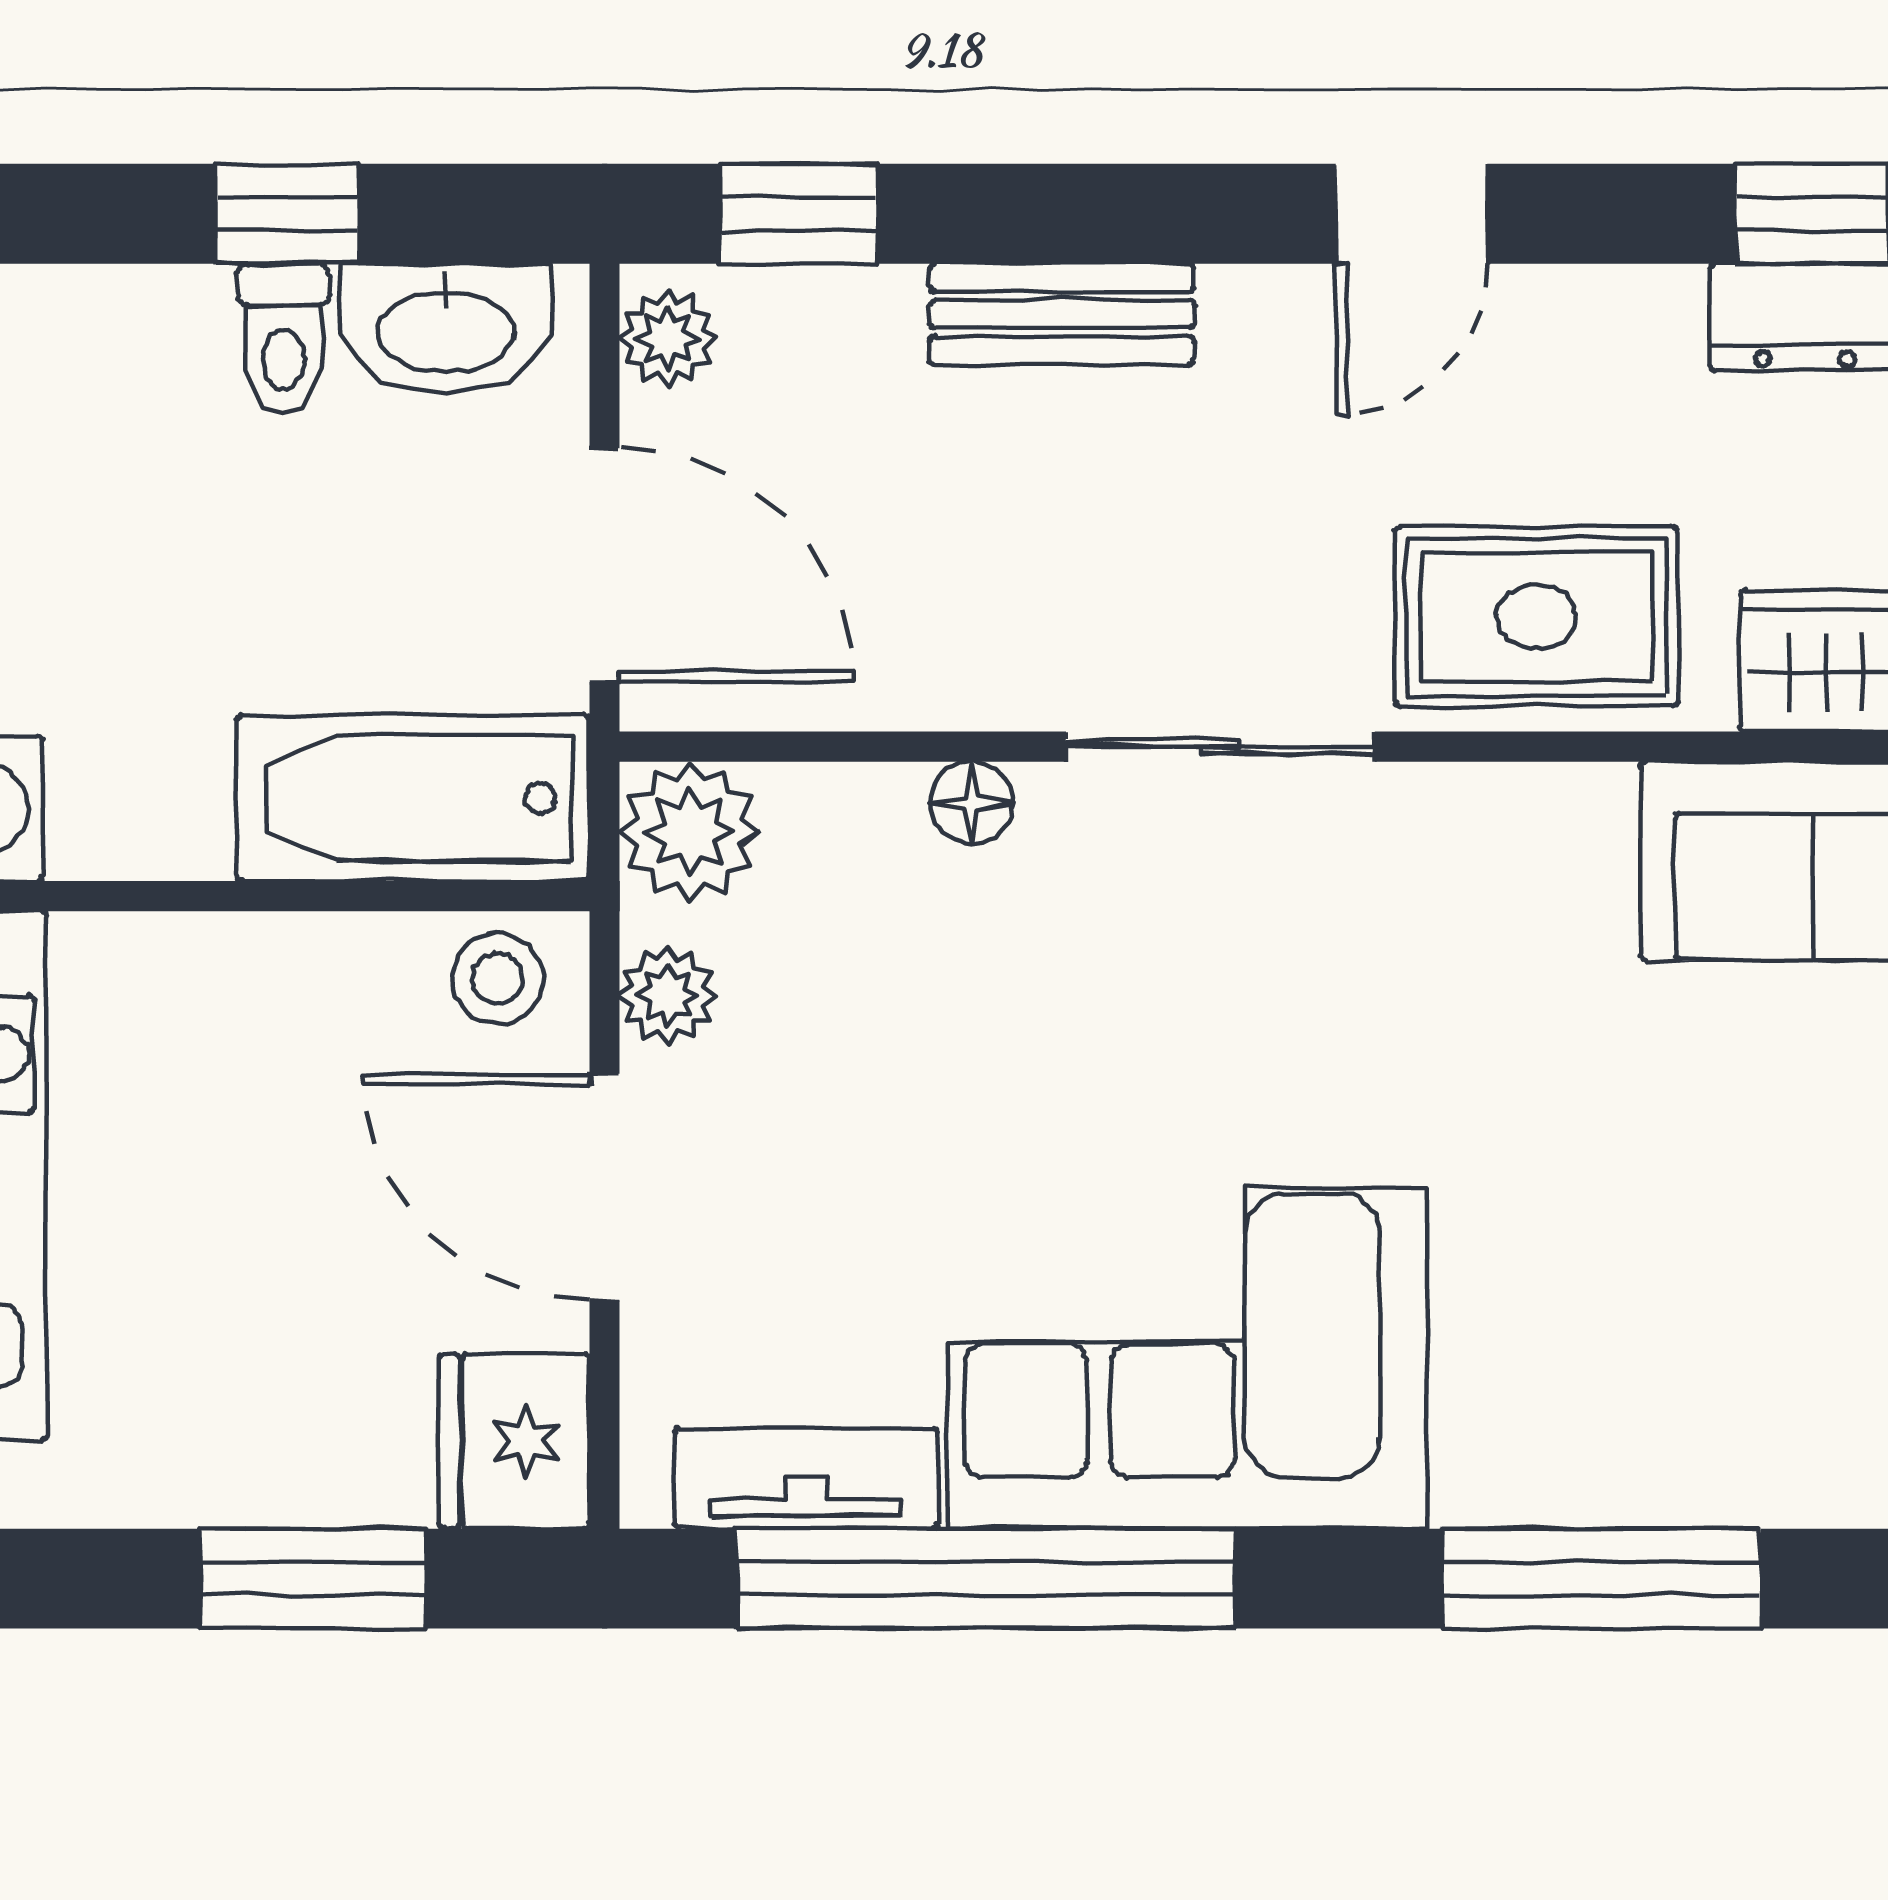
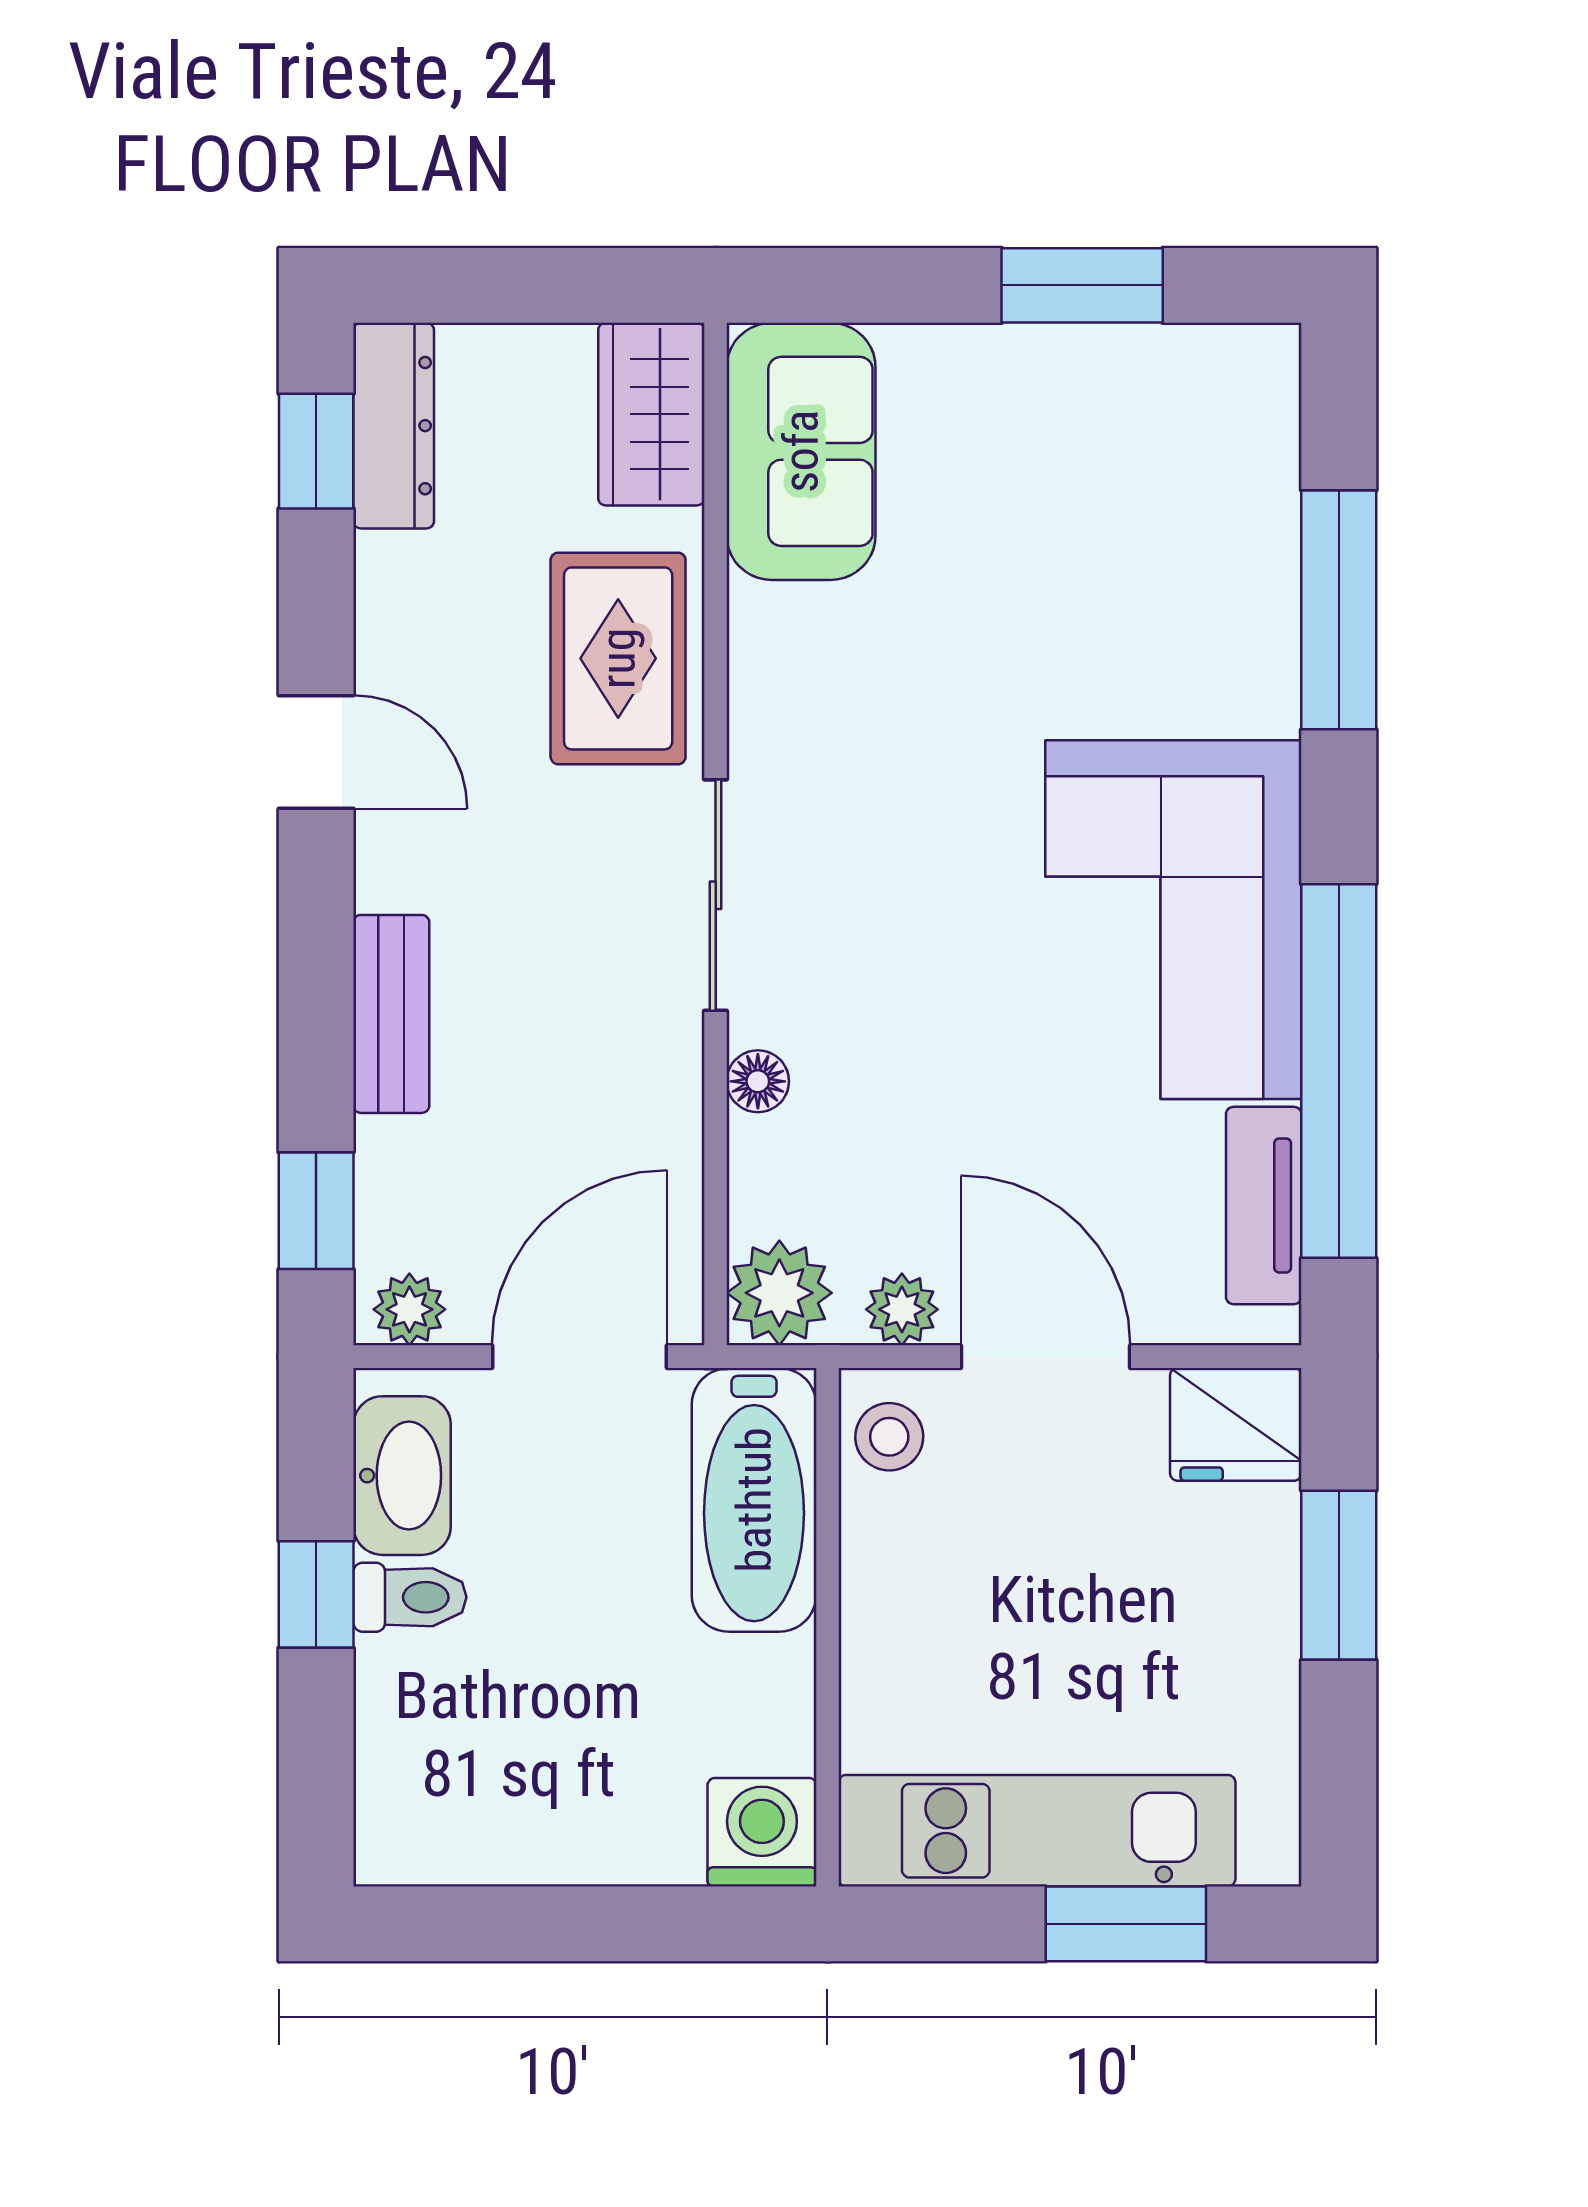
door: (605, 1187) -> (1045, 1357), swing flipped

